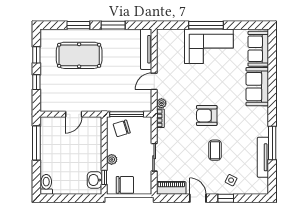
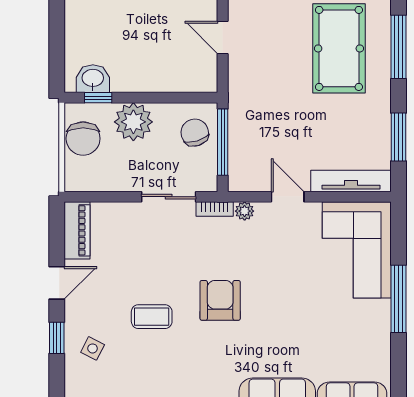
window: (78, 25) -> (398, 47), width x1.44
window: (113, 25) -> (398, 137), moved
corner sofa: (209, 46) -> (357, 250), moved
sliding door: (154, 157) -> (169, 197), moved
plant: (112, 159) -> (133, 122), width x1.87, depth x1.87

